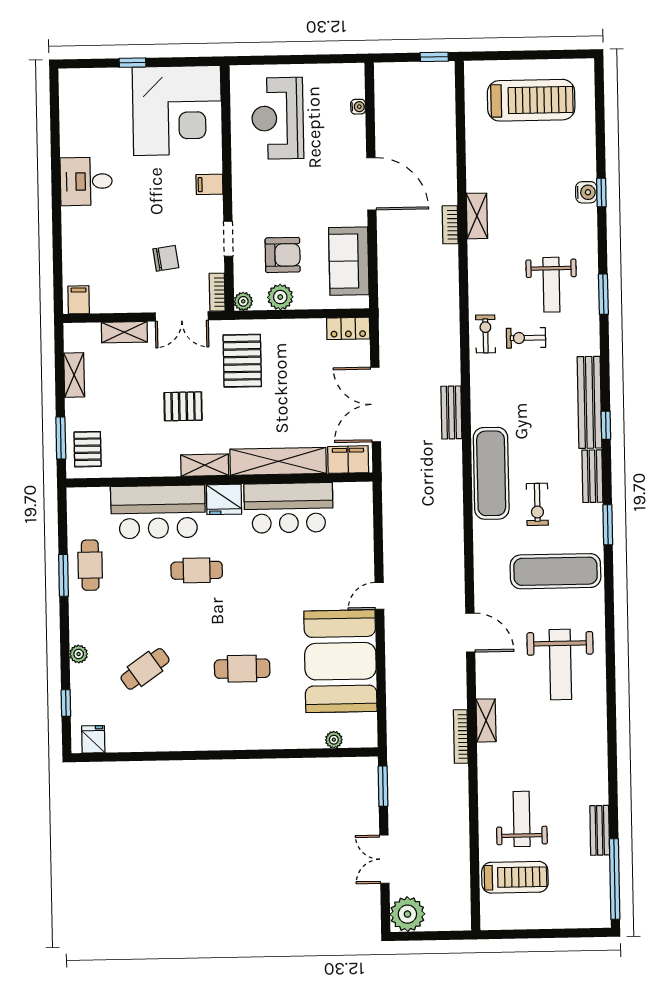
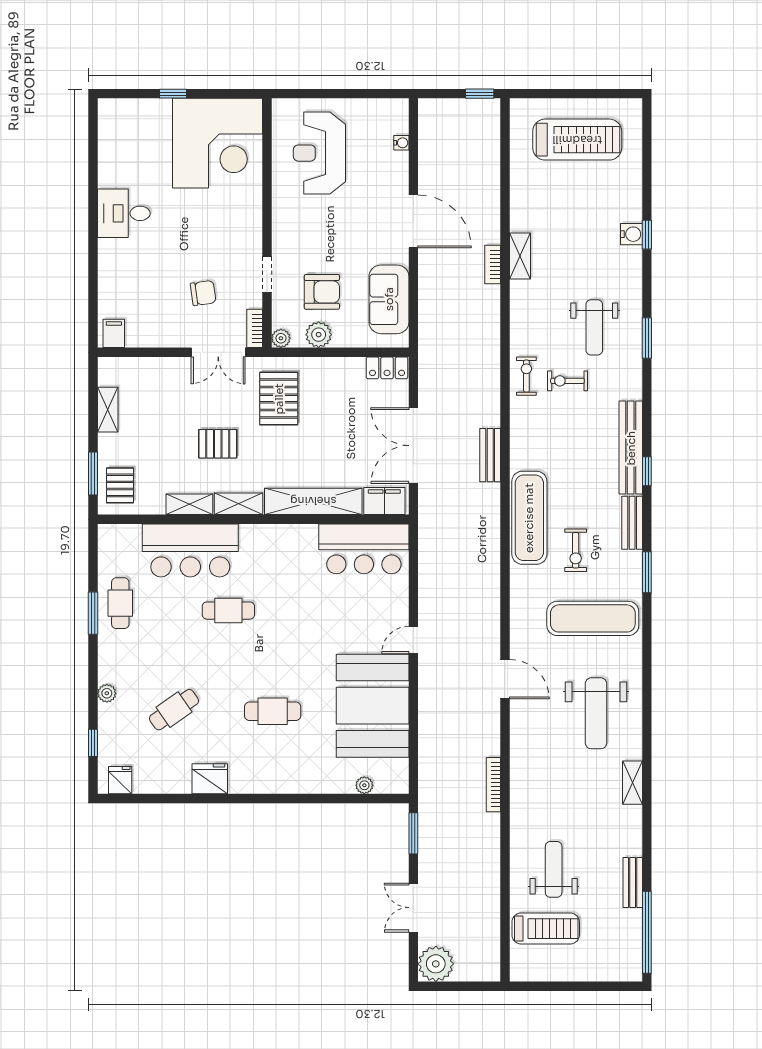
filing cabinet: (209, 184) -> (249, 219), removed
shelving: (124, 332) -> (189, 504), moved
fridge: (224, 499) -> (210, 779), moved, turned 180
bar counter: (289, 508) -> (364, 549), moved
shelving: (486, 720) -> (632, 783), moved

